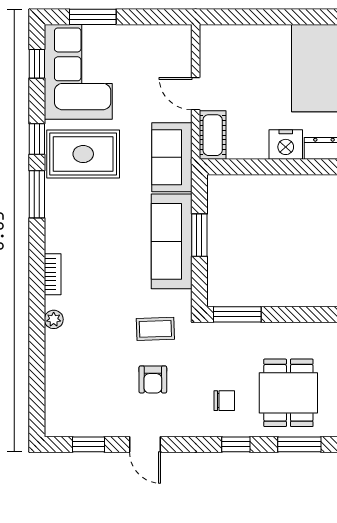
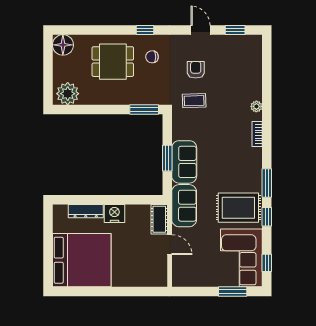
sofa: (172, 241) -> (184, 162), width x0.73
dining table: (288, 393) -> (113, 62), turned 90
window: (299, 444) -> (106, 30), removed

